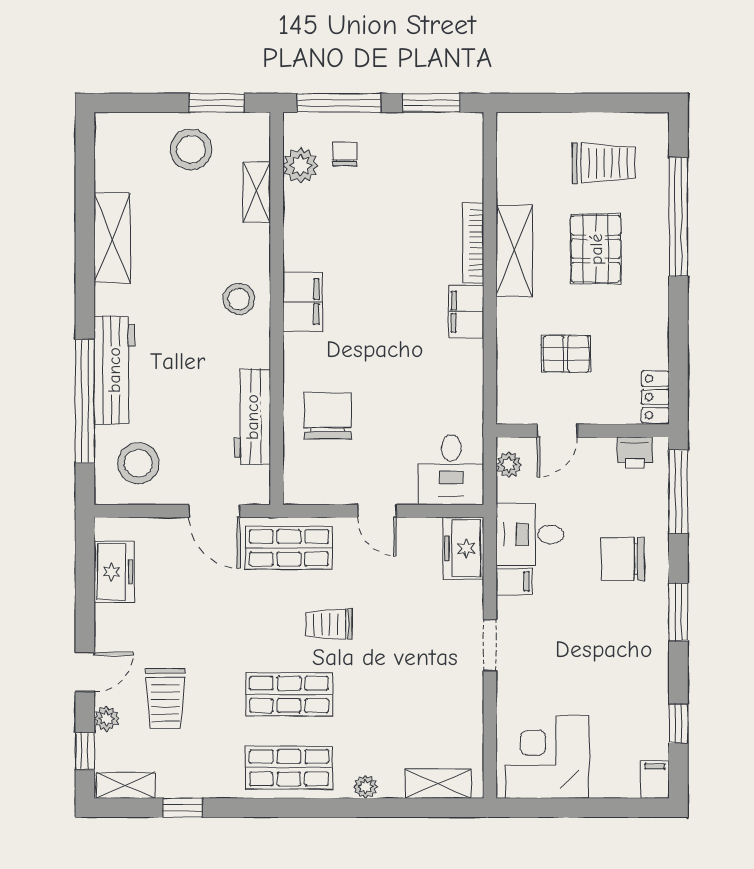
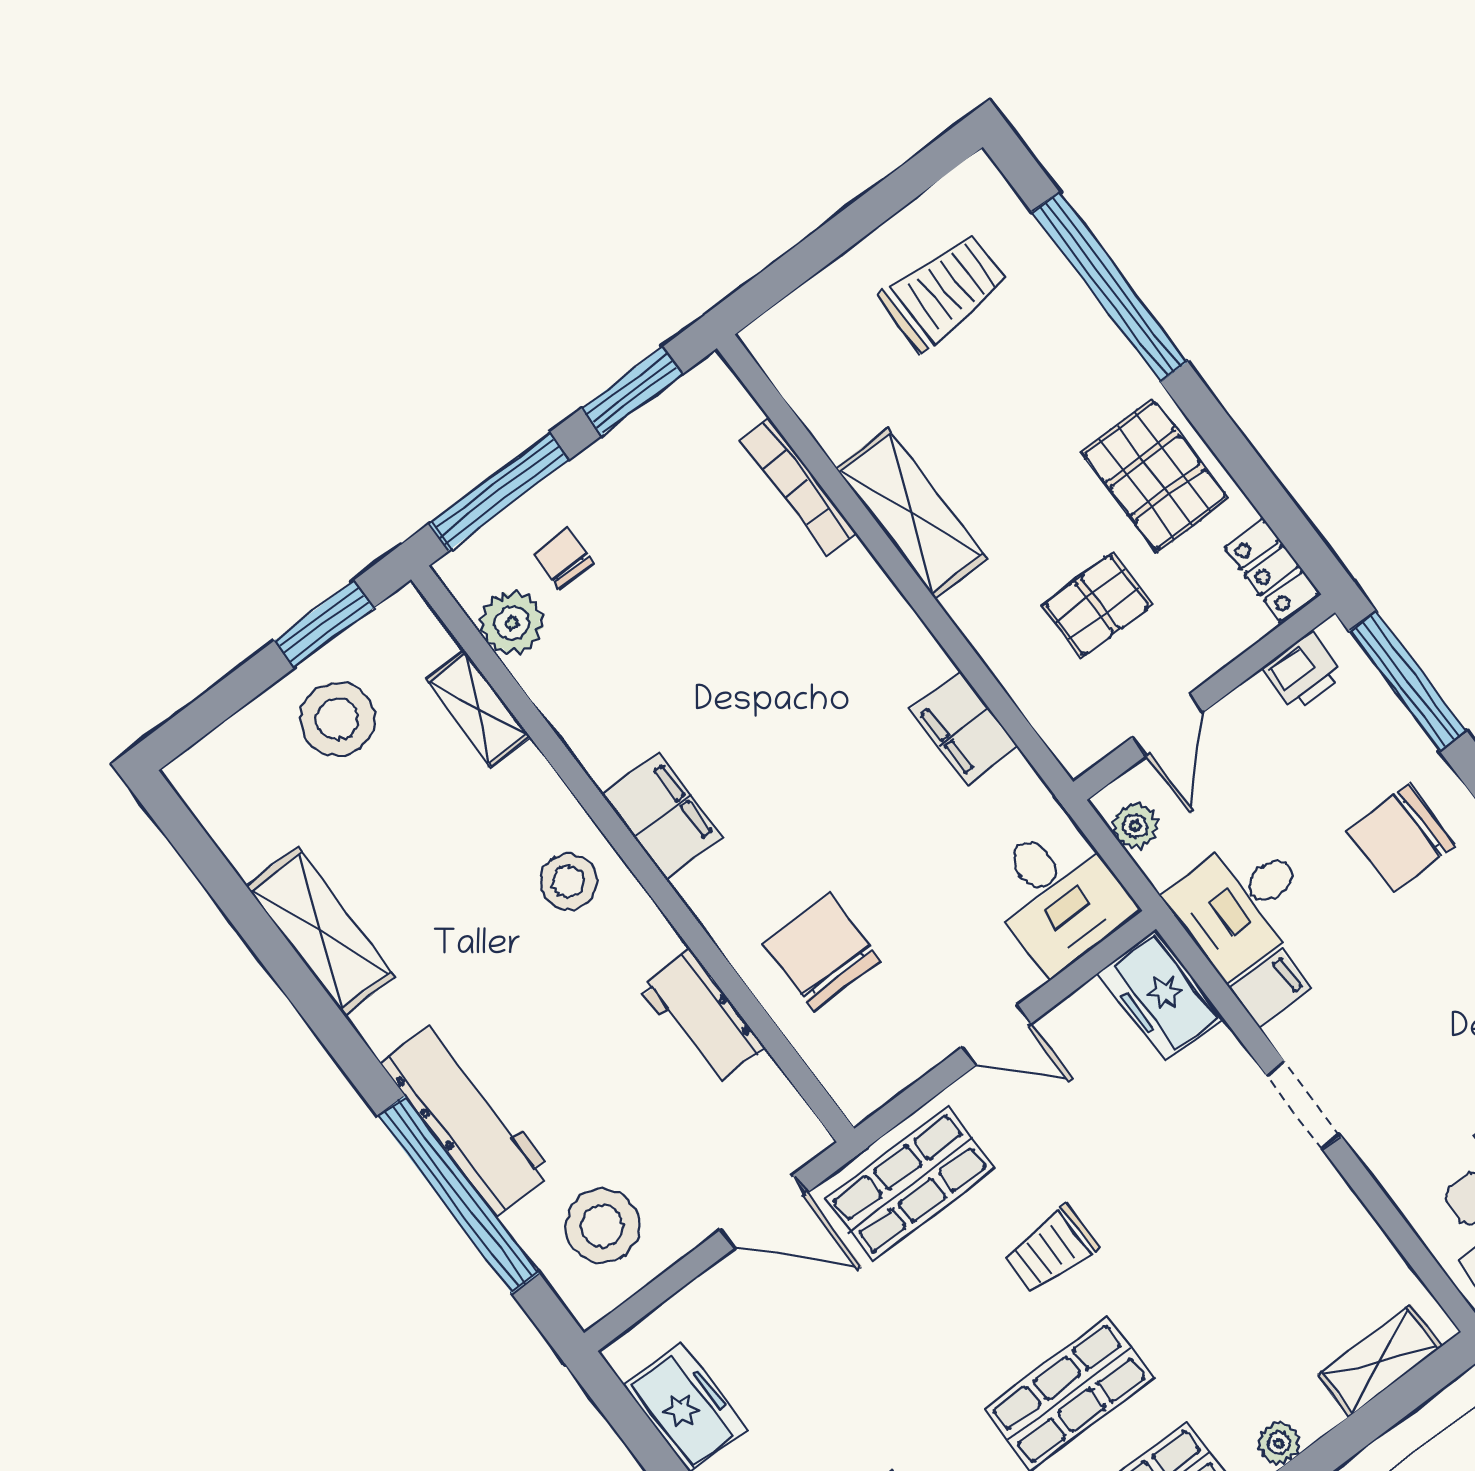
bookcase: (473, 243) -> (799, 487), moved
pallet: (596, 249) -> (1155, 476), moved
filing cabinet: (466, 312) -> (965, 728), moved
workbench: (252, 417) -> (702, 1017), width x0.73

